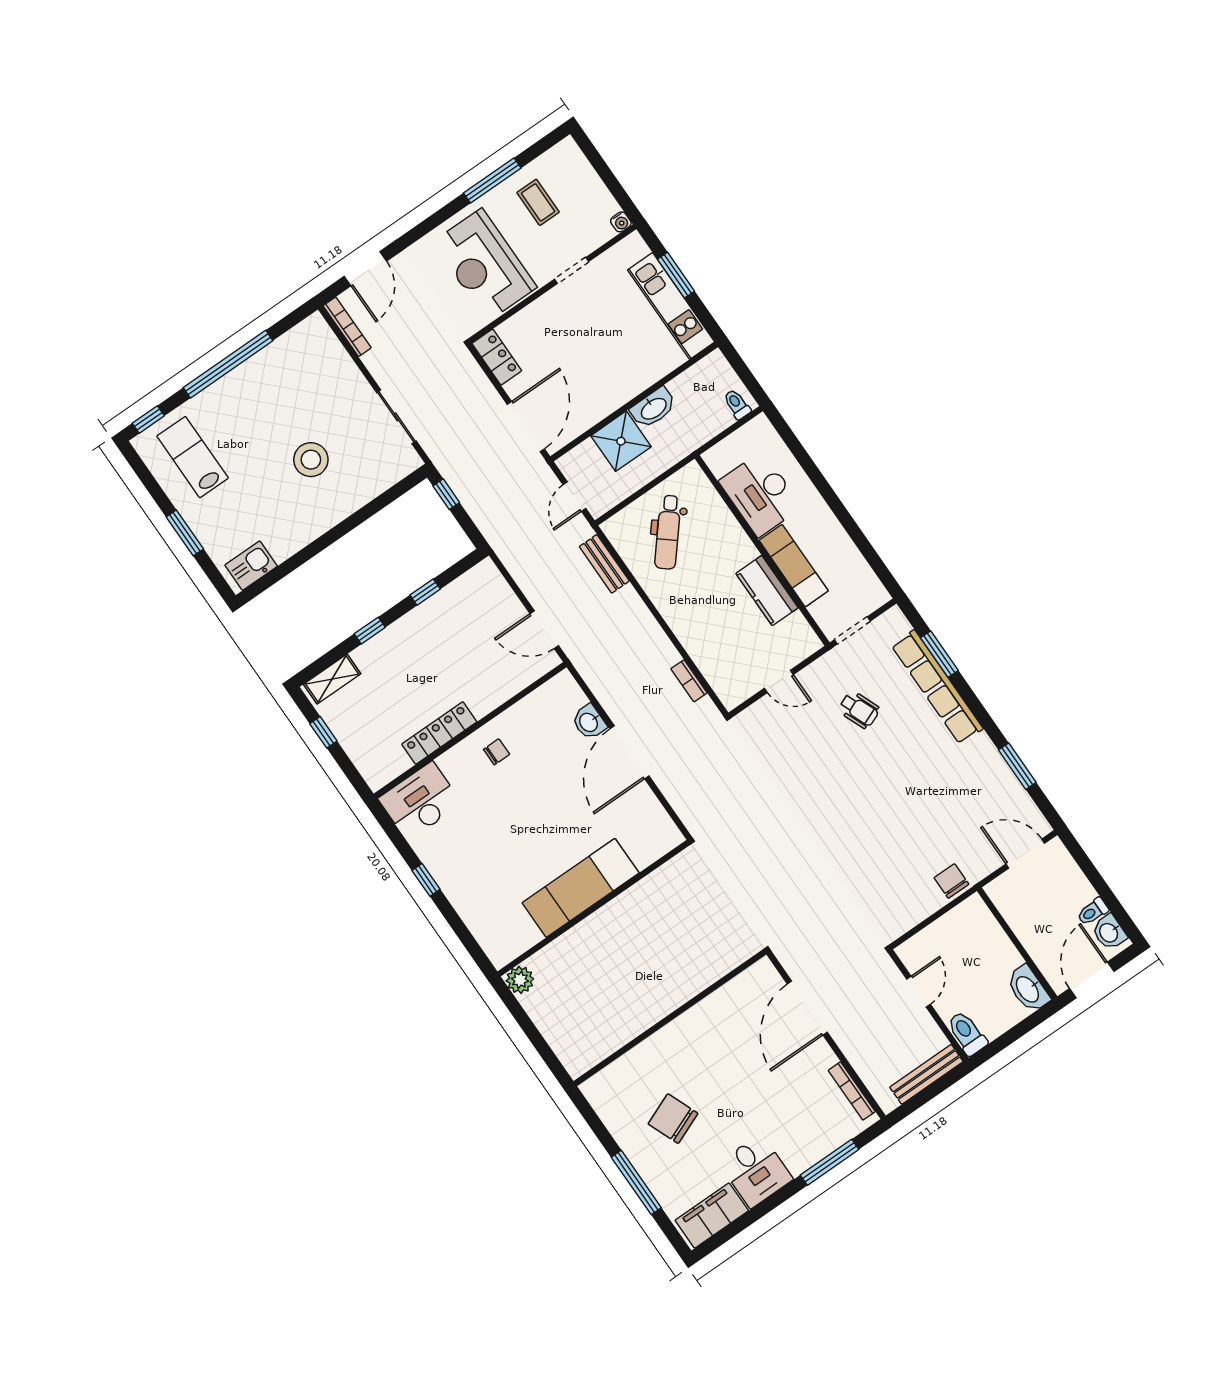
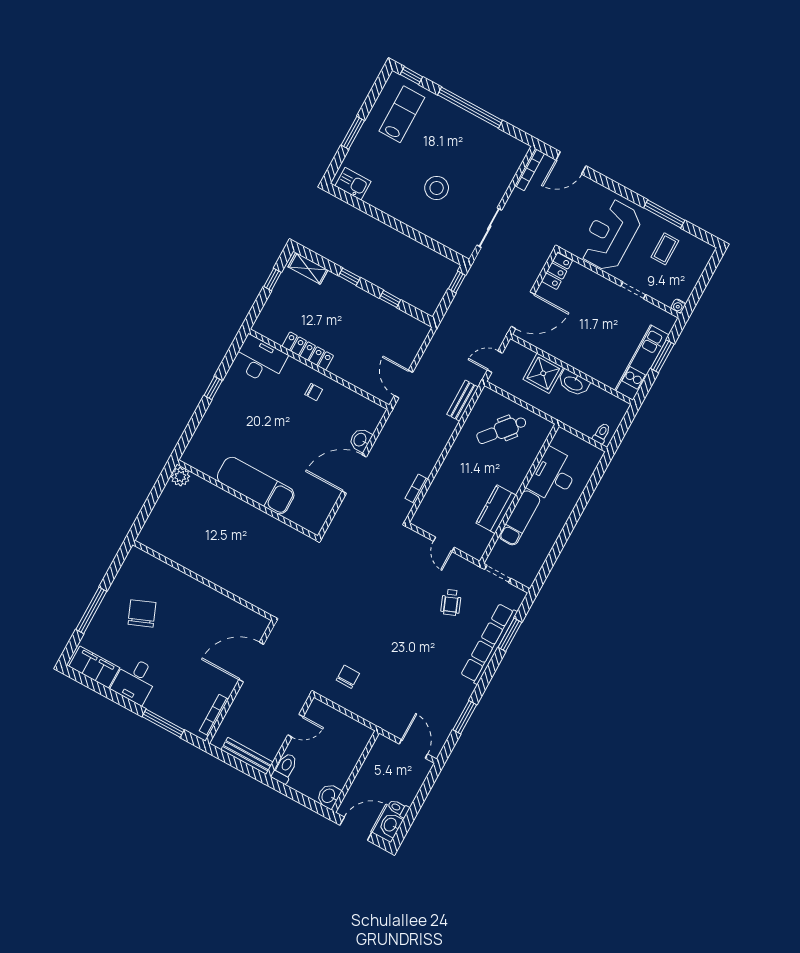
chair: (951, 881) -> (348, 677), moved
washbasin: (1028, 989) -> (329, 796), width x0.72

